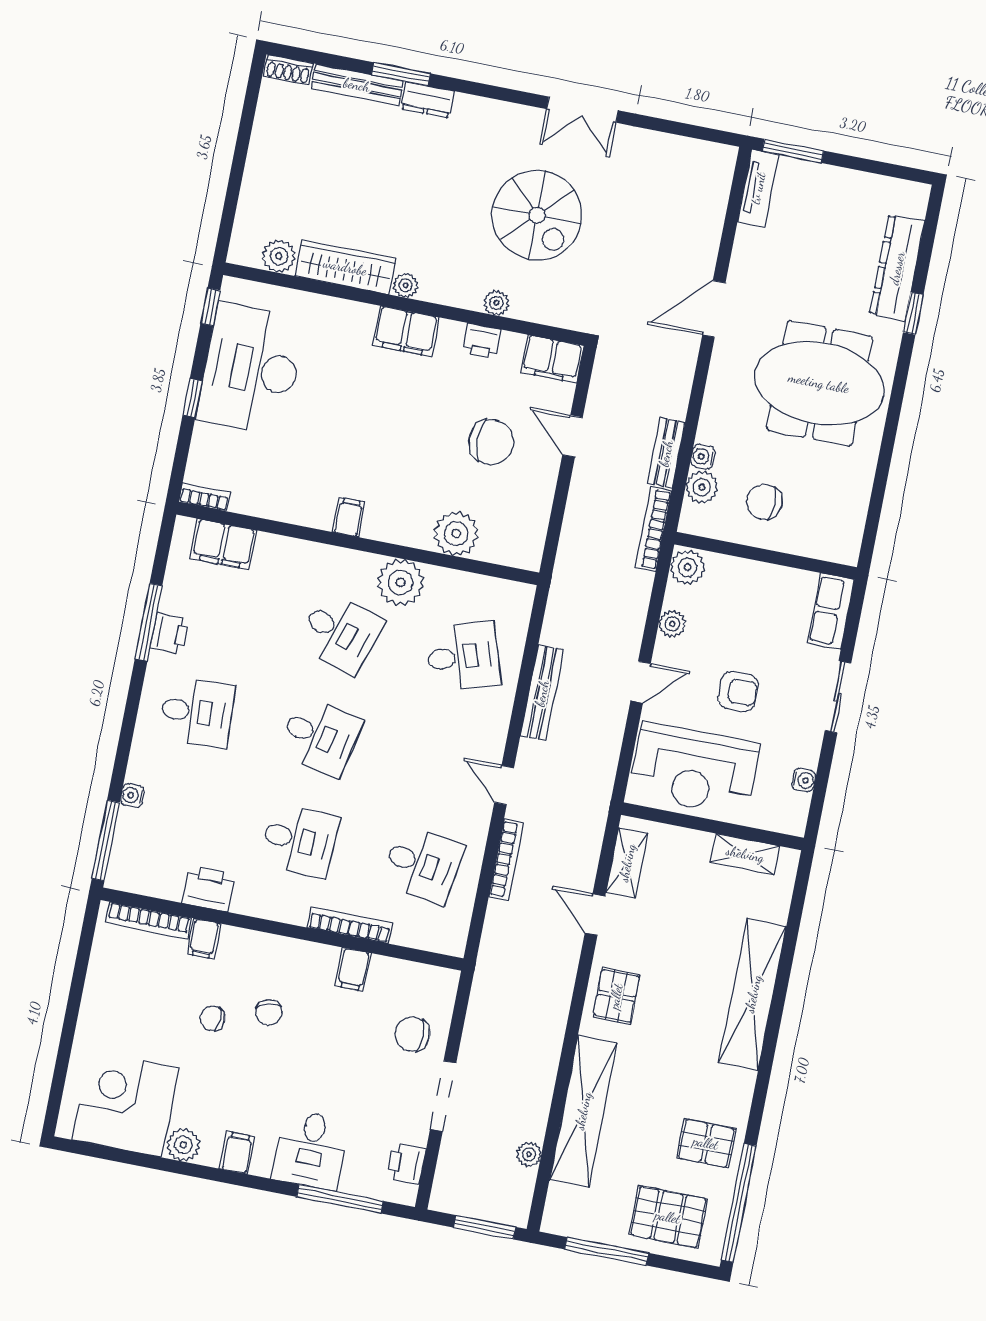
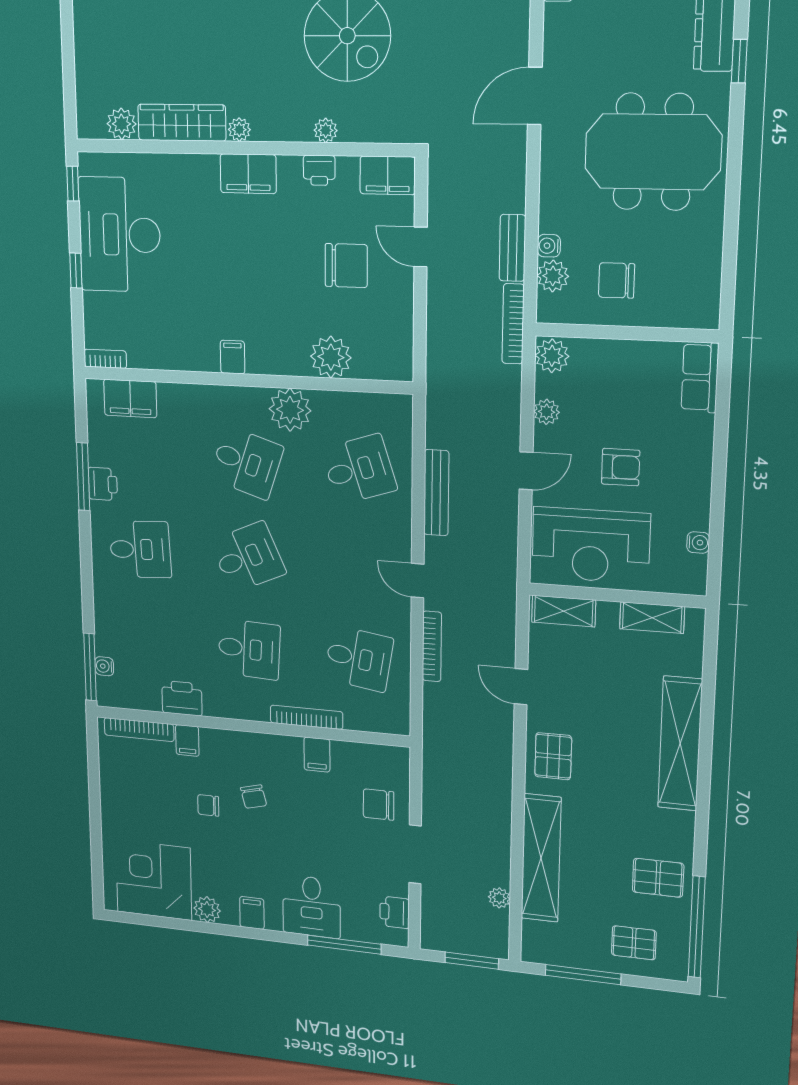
sliding door: (838, 697) -> (720, 459), removed
desk: (320, 736) -> (248, 557), turned -36
water cooler: (132, 795) -> (104, 666), moved
shelving: (627, 863) -> (564, 611), moved, turned 90
pallet: (668, 1217) -> (634, 943), width x0.67, depth x0.71

